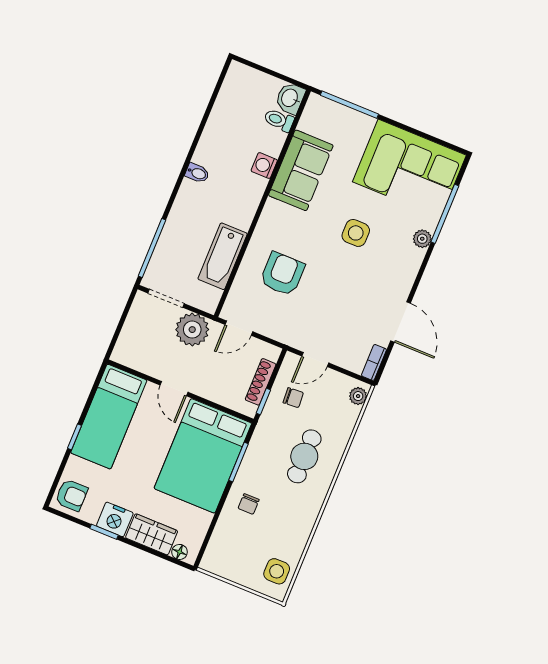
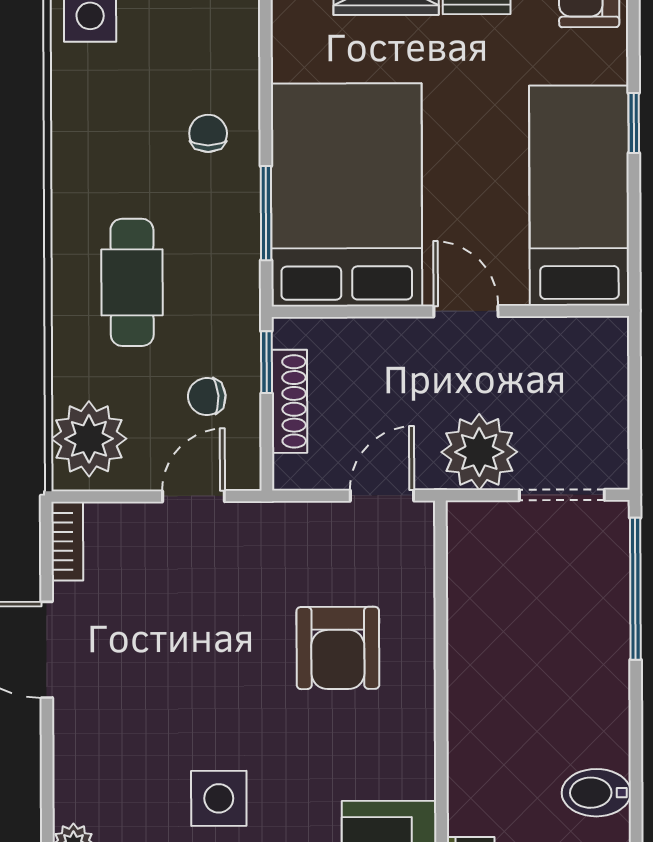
bidet: (197, 173) -> (596, 793), width x1.38, depth x1.36
bathtub: (223, 256) -> (479, 633), removed
plant: (358, 396) -> (89, 439), width x1.88, depth x1.88

